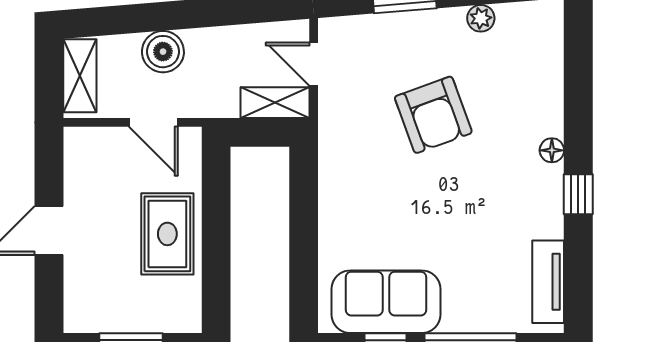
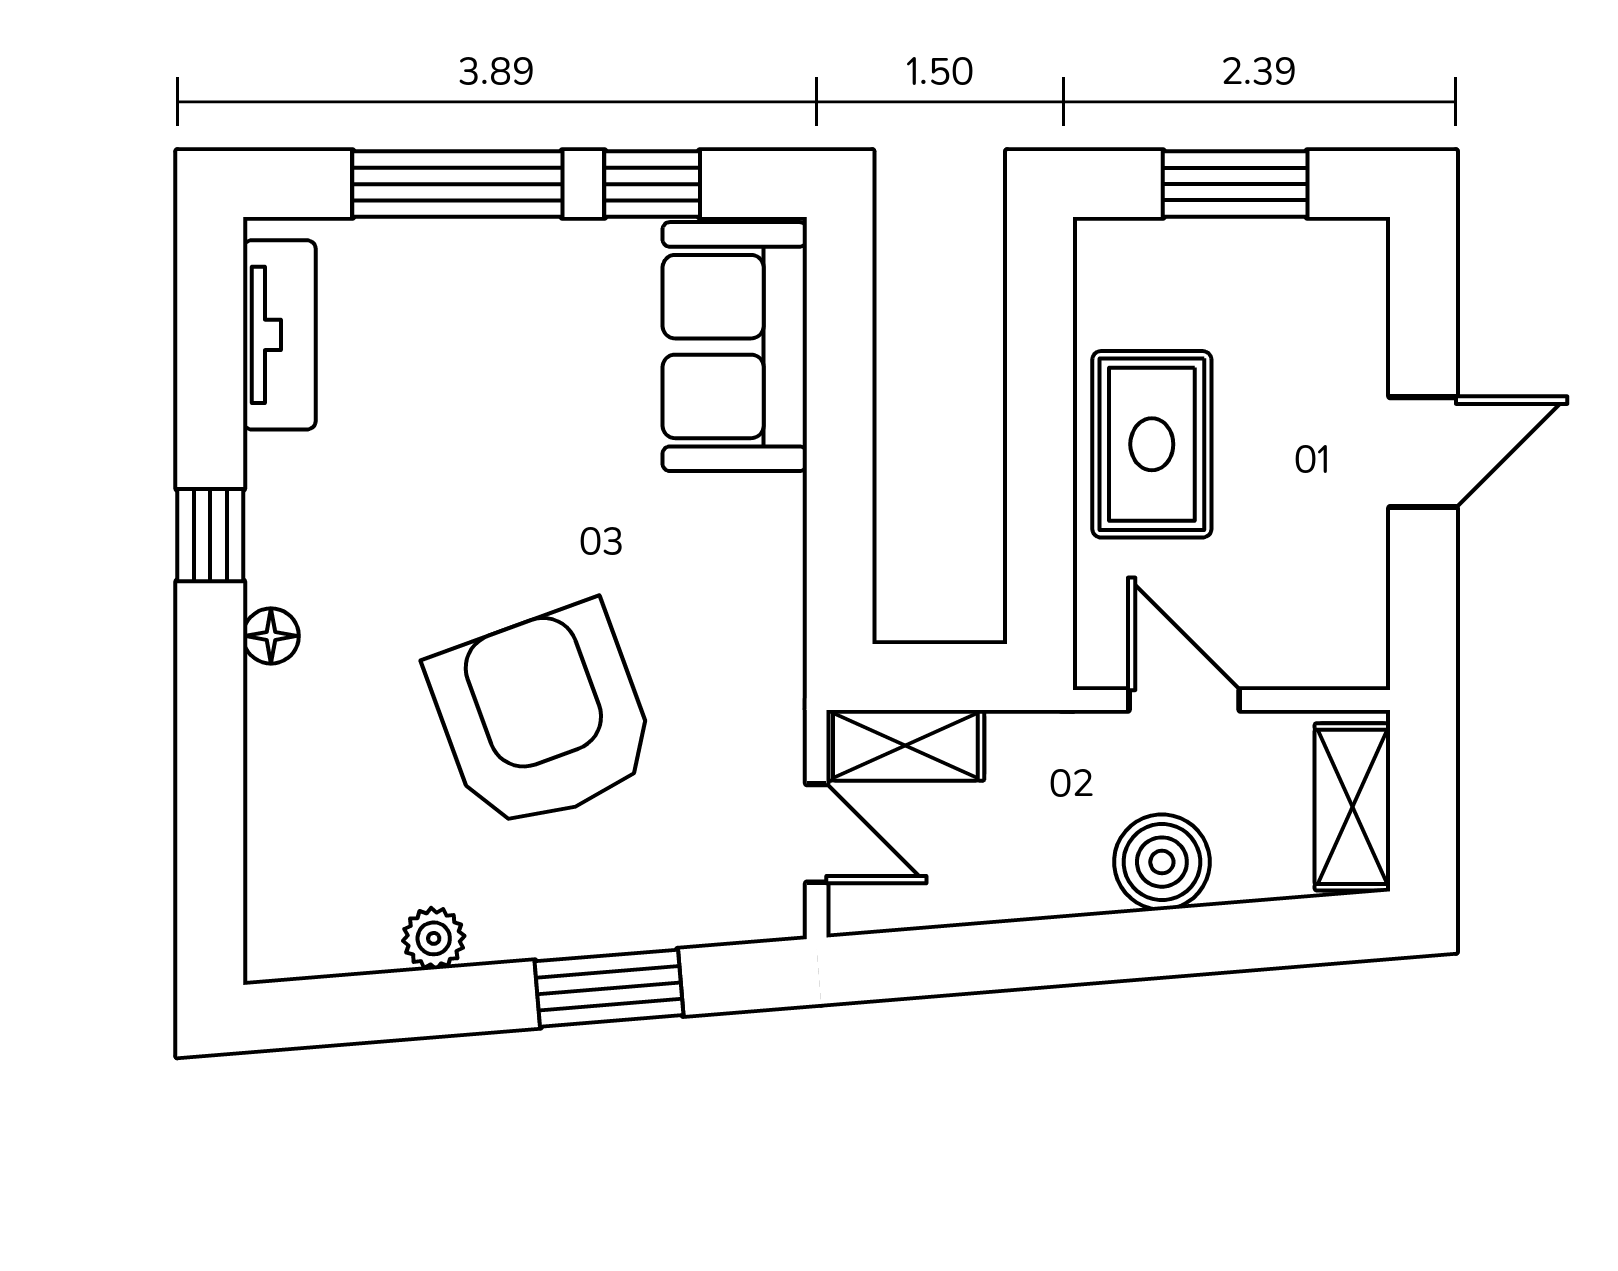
armchair: (433, 115) -> (543, 717), width x1.36, depth x1.36
sofa: (386, 302) -> (735, 347), moved, turned 90

